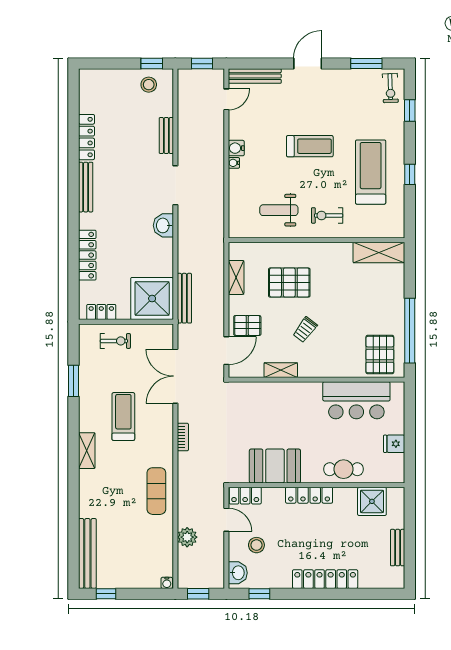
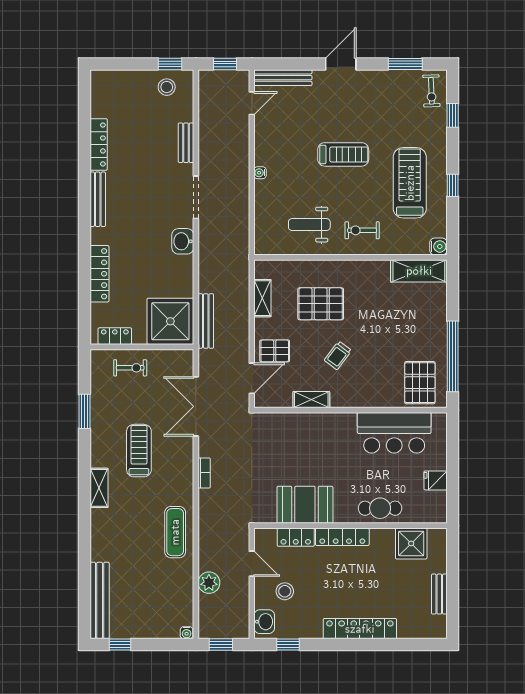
water cooler: (236, 148) -> (438, 246), moved, turned 180
locker: (245, 496) -> (296, 537), moved

